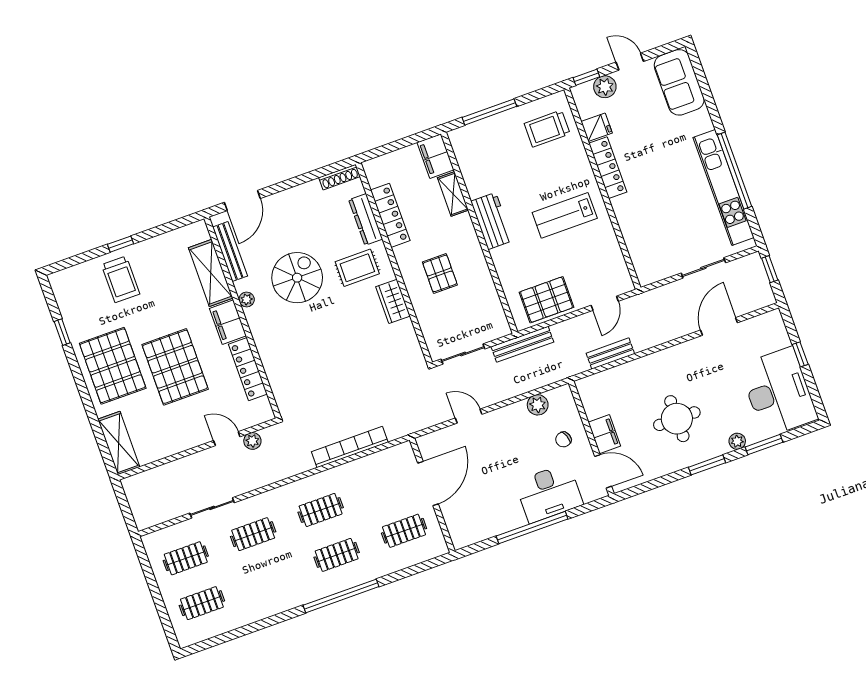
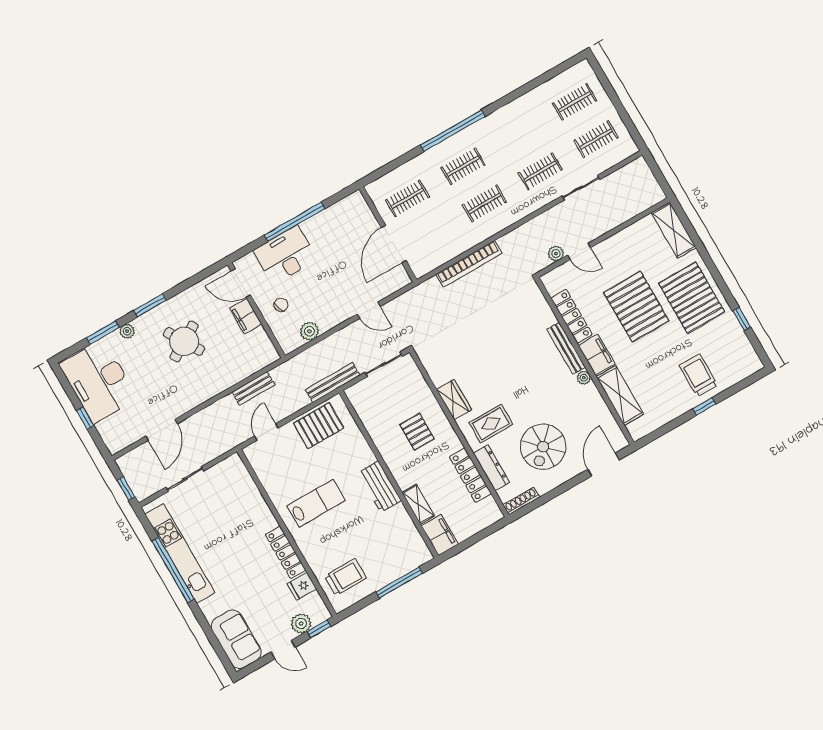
bench: (230, 252) -> (566, 348), moved
spiral stairs: (297, 278) -> (543, 447), moved
round table: (677, 419) -> (184, 341), turned -31

